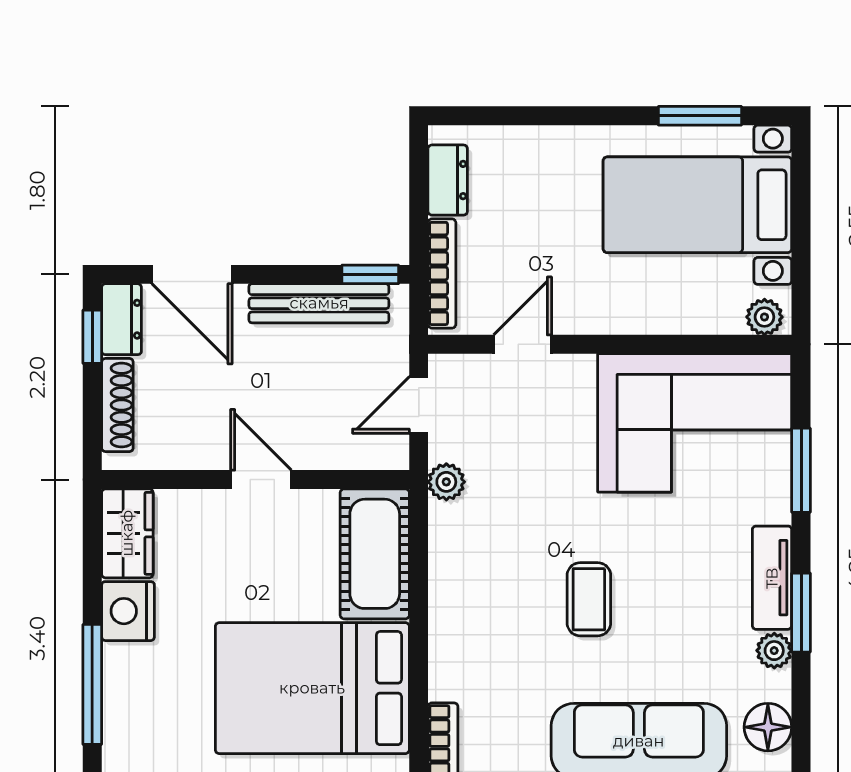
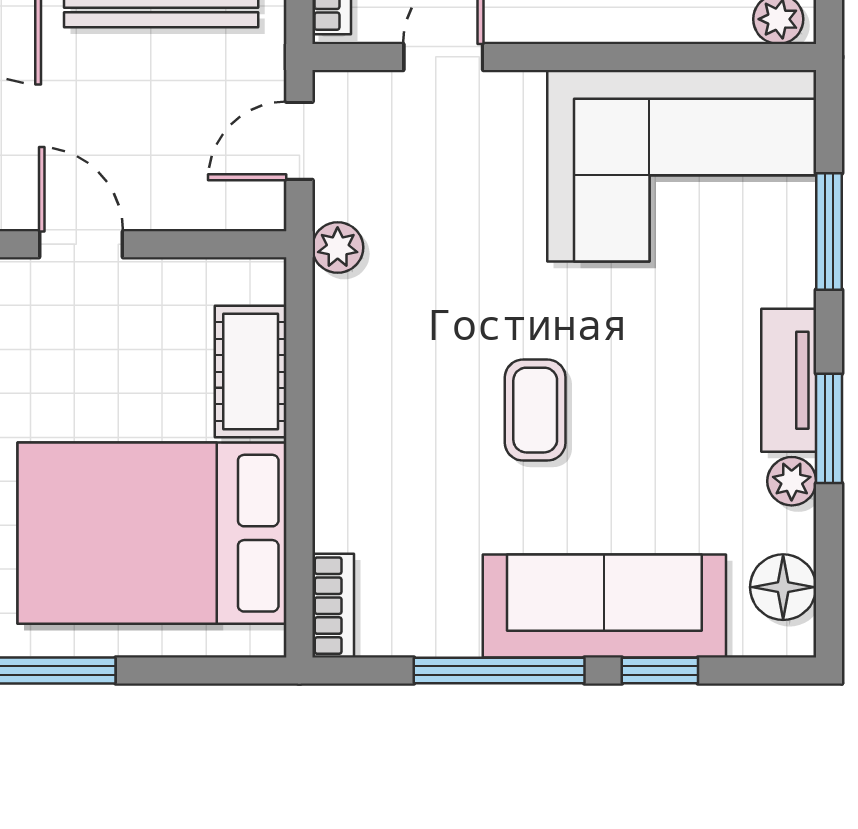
cot: (375, 554) -> (251, 372), width x0.73, depth x0.75

